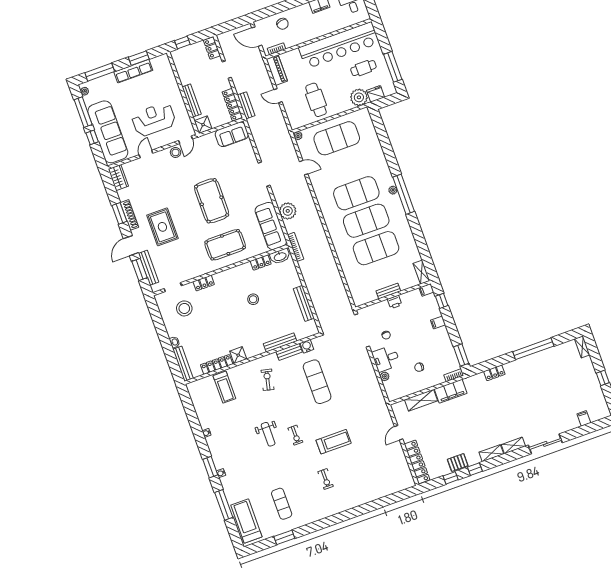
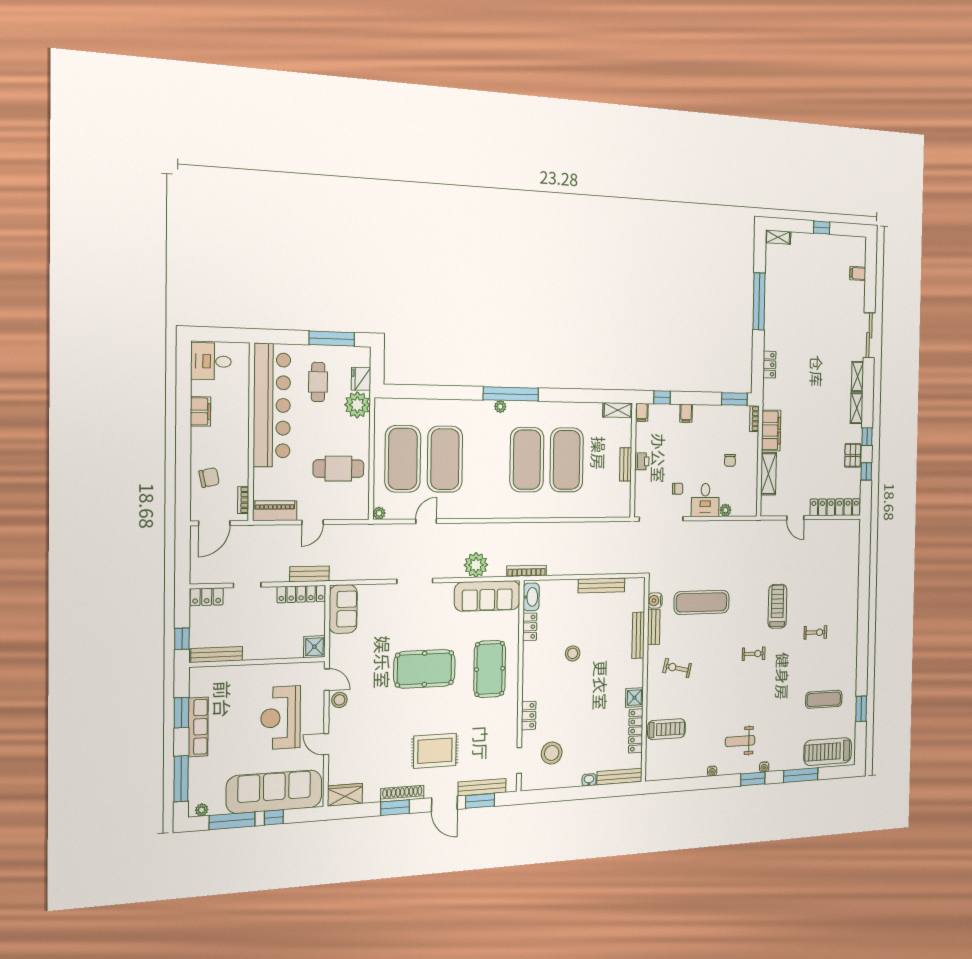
bench: (192, 100) -> (217, 655), moved
exercise mat: (356, 193) -> (445, 459), moved
weight bench: (268, 434) -> (740, 741), moved, turned 180

